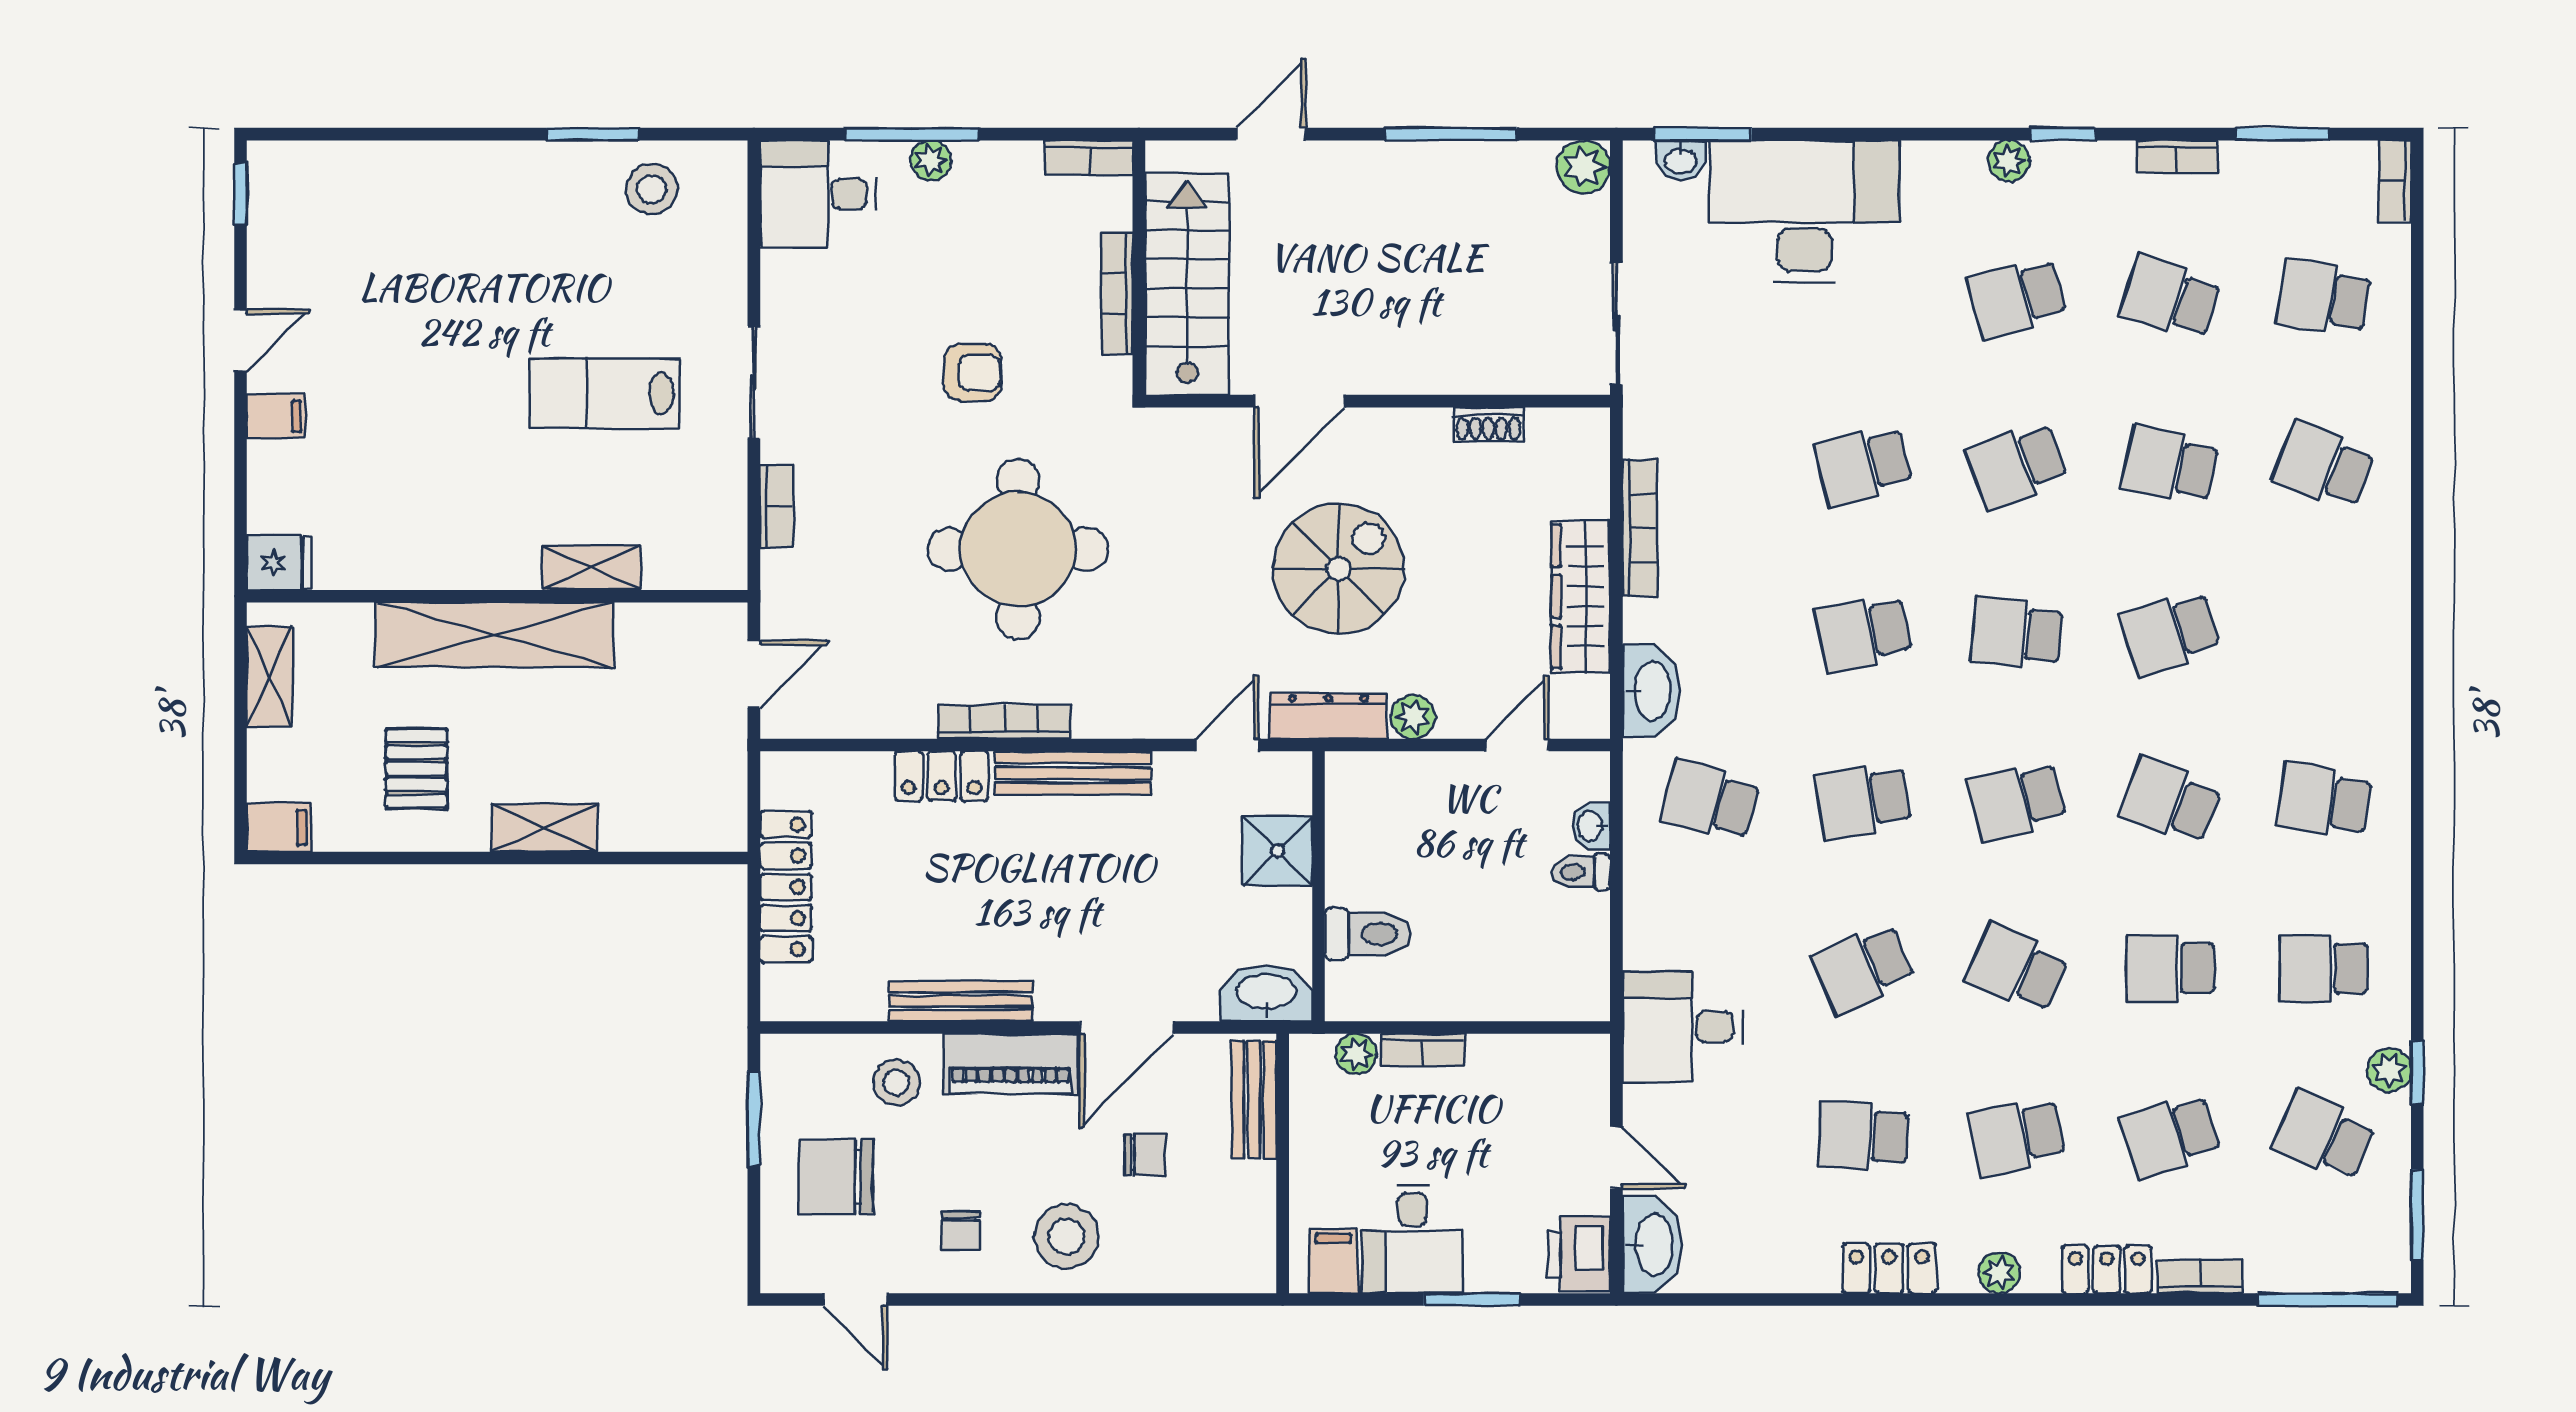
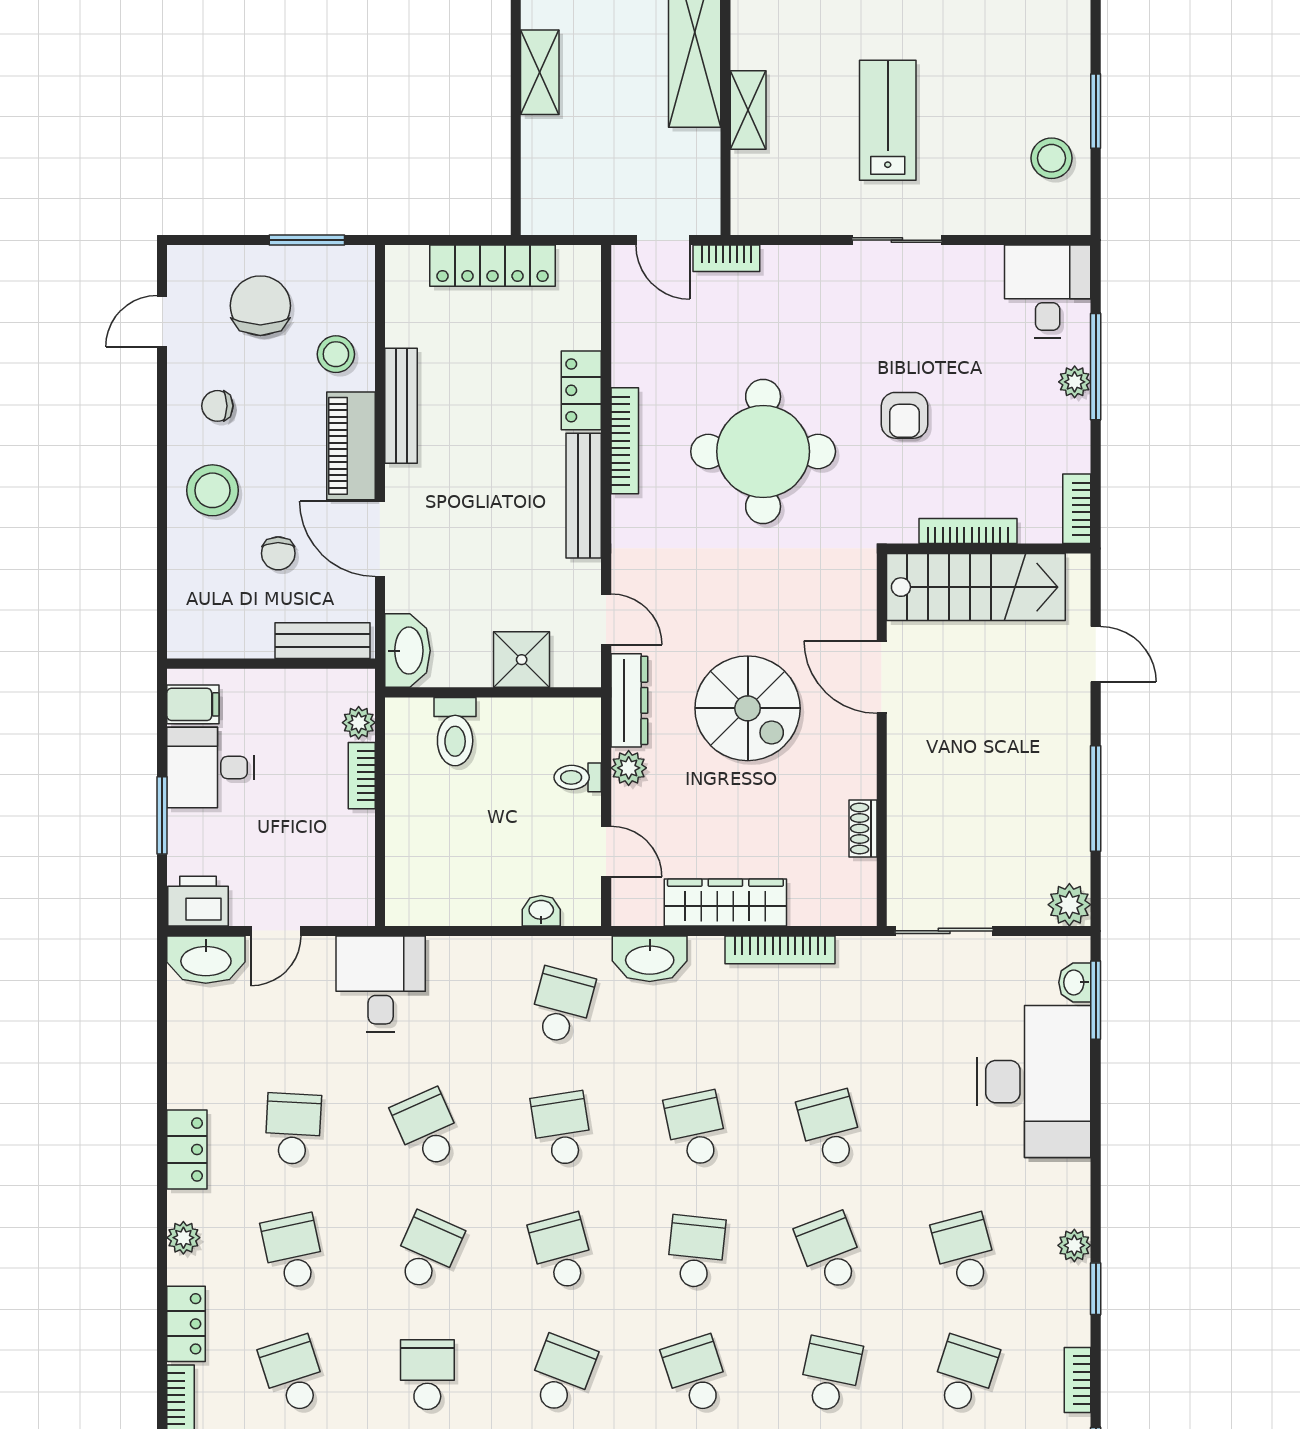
bookcase: (777, 506) -> (726, 258), moved
toilet: (1581, 872) -> (578, 777), moved, turned -90

